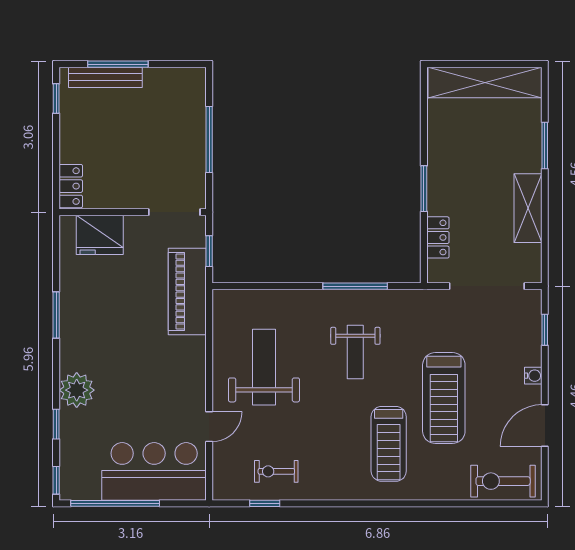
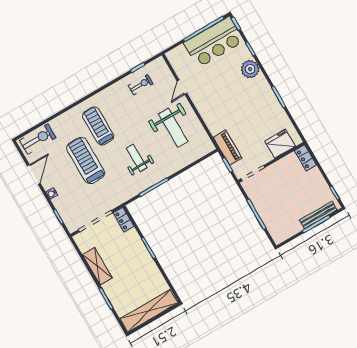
locker: (438, 237) -> (124, 220), moved
piano: (187, 291) -> (228, 148), width x0.73, depth x0.75
bar counter: (154, 471) -> (214, 42), moved

